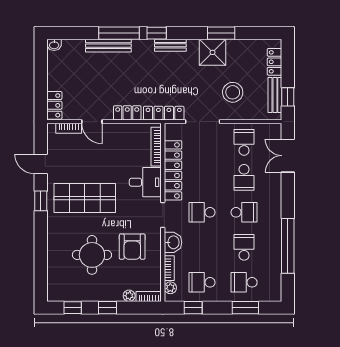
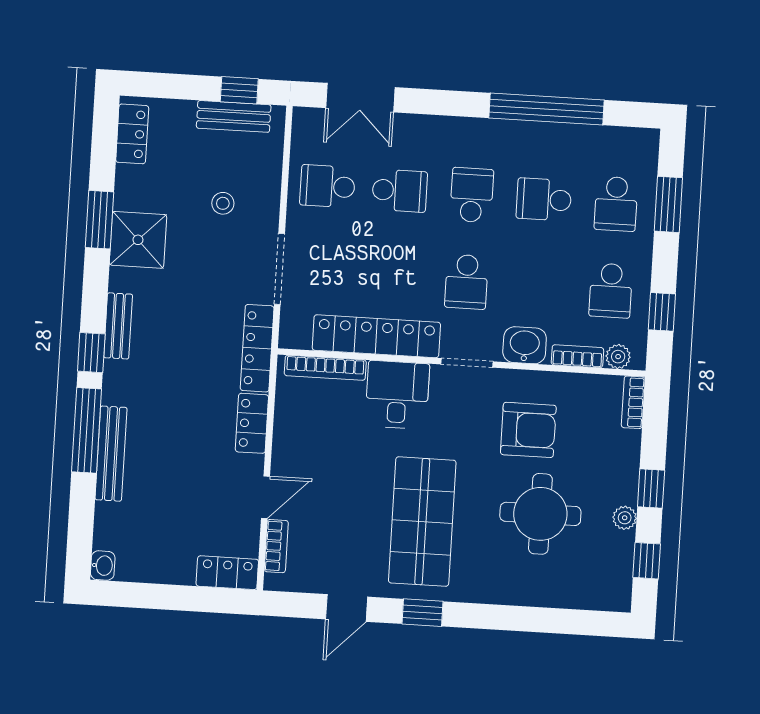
locker: (275, 62) -> (132, 134), moved, turned -90
stool: (233, 92) -> (223, 203), width x0.53, depth x0.53
plant: (129, 296) -> (625, 518), moved

